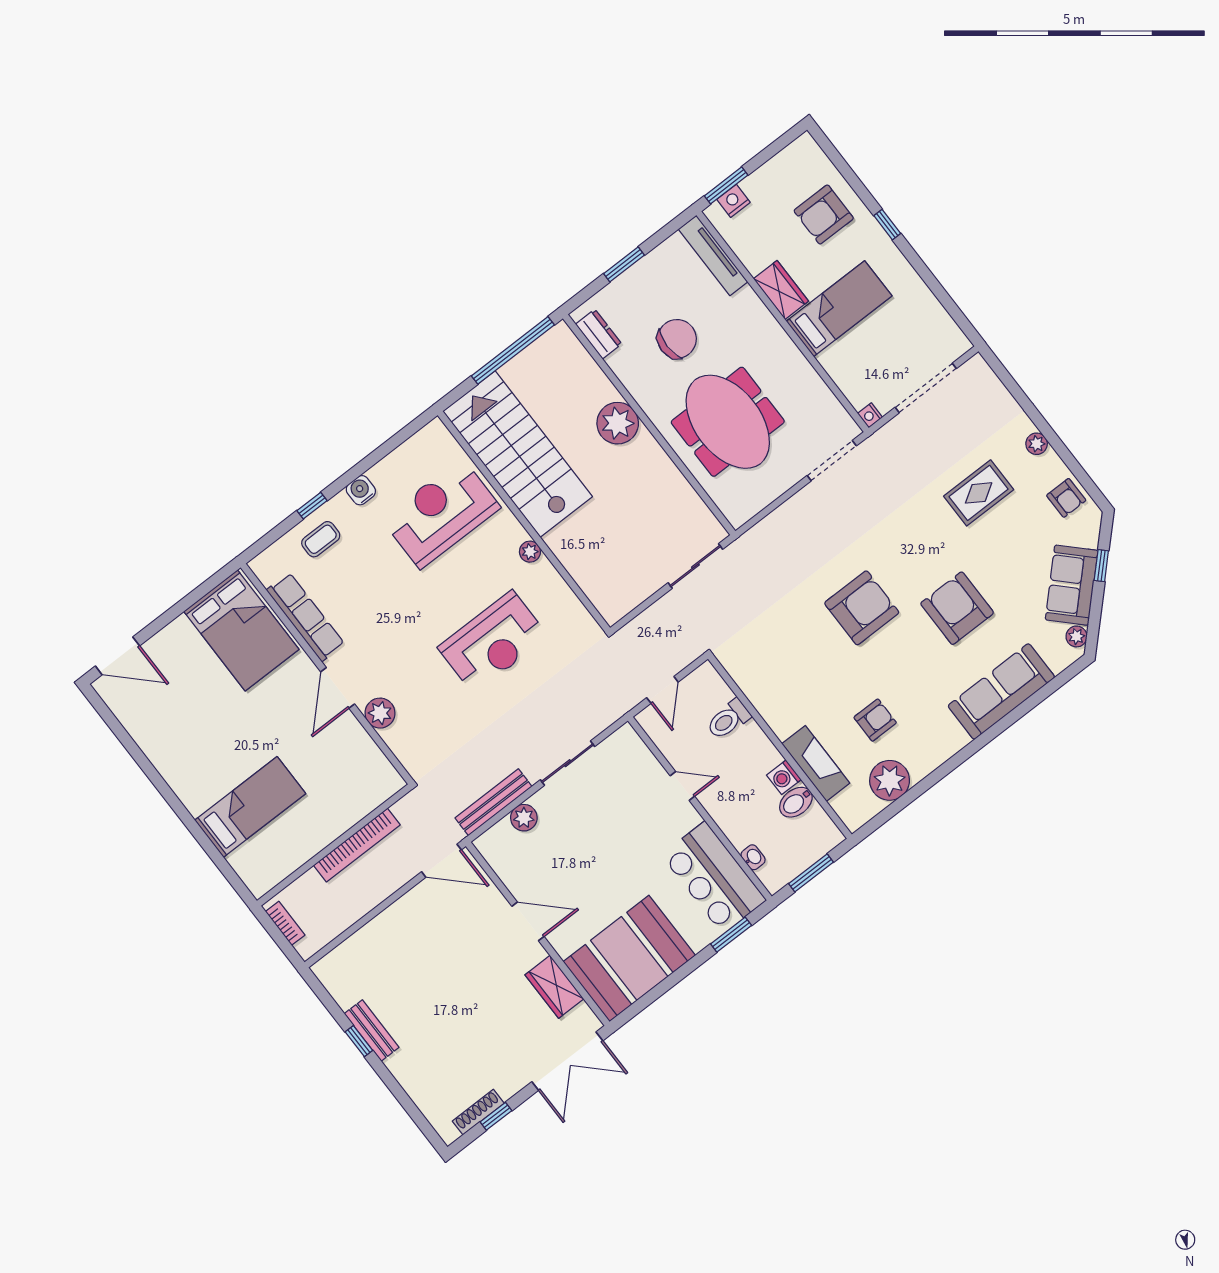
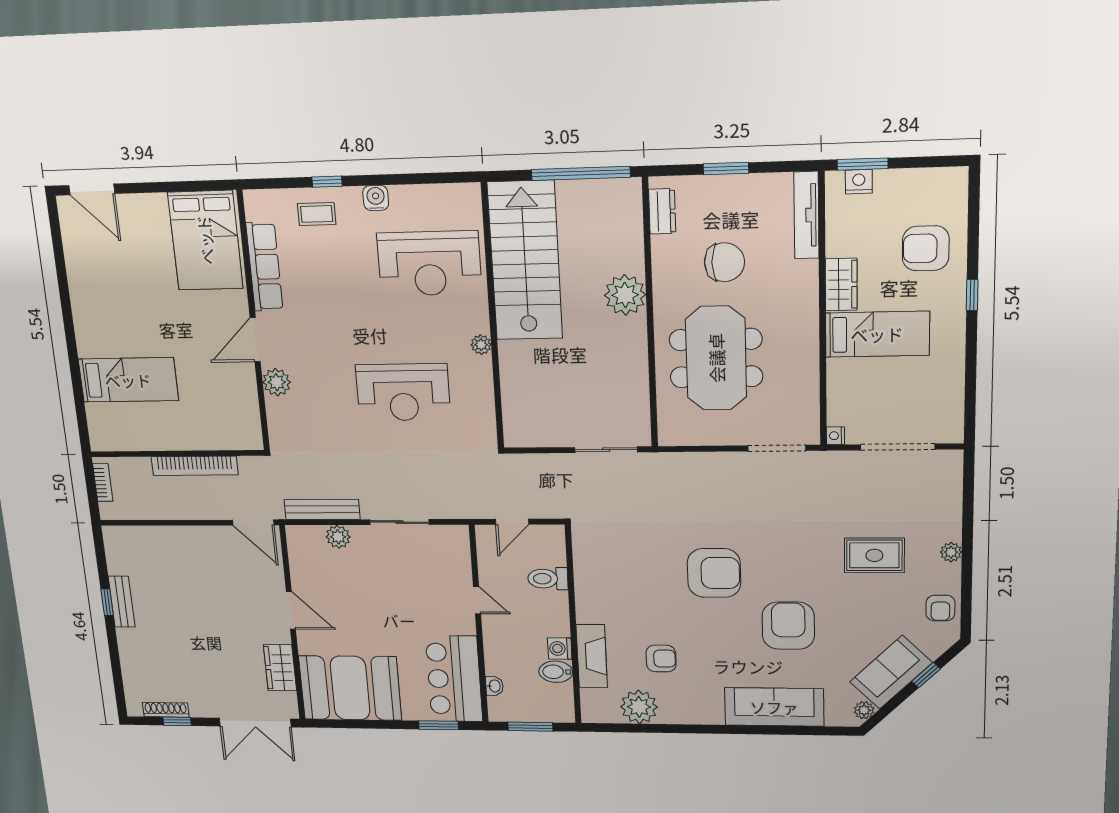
reception desk: (441, 513) -> (429, 263), turned 180

